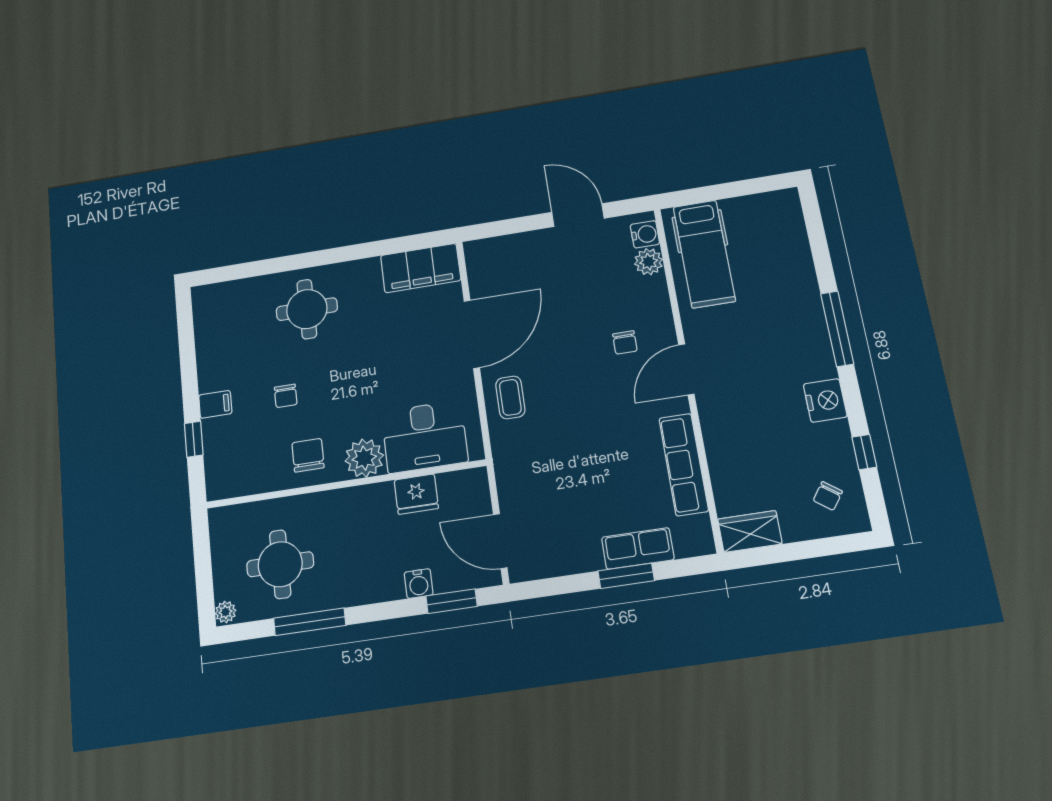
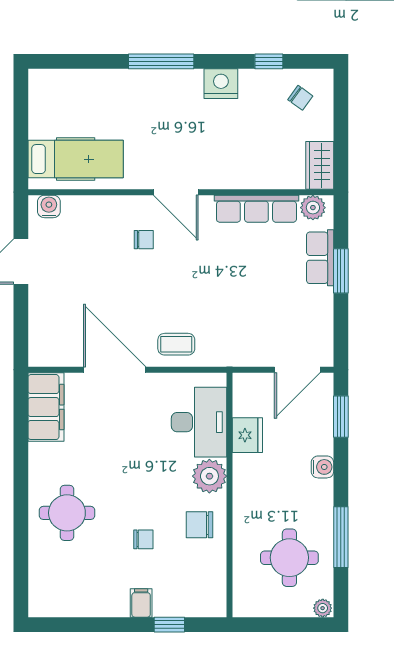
plant: (649, 262) -> (313, 208), moved
water cooler: (419, 583) -> (322, 467), moved

